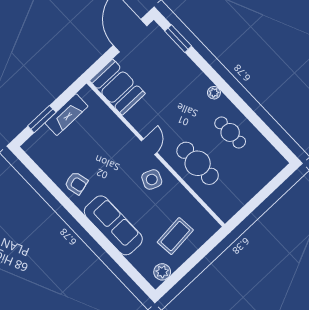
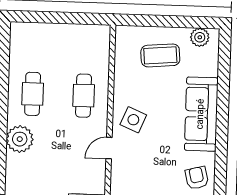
plant: (214, 93) -> (20, 139), width x1.88, depth x1.88
cafe table: (198, 163) -> (84, 96), width x0.73, depth x0.74

